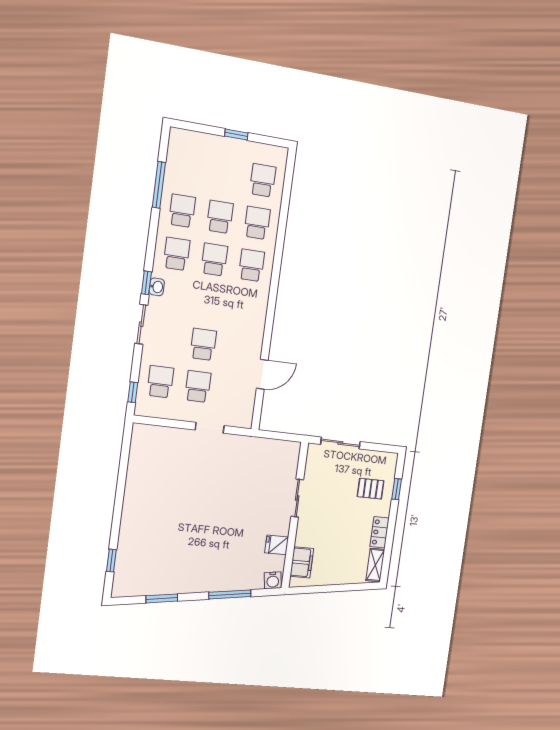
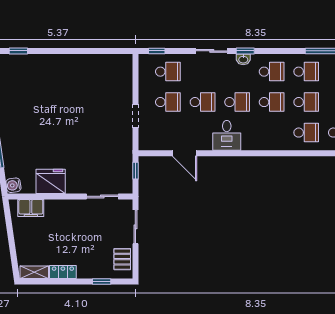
school desk: (251, 265) -> (237, 102), moved
desk: (248, 320) -> (227, 135), added
window: (275, 435) -> (135, 171), added
pallet: (371, 489) -> (122, 259), moved
sliding door: (297, 498) -> (102, 196), moved
fridge: (277, 545) -> (51, 181), width x1.88, depth x1.34

